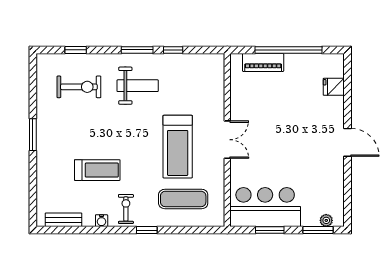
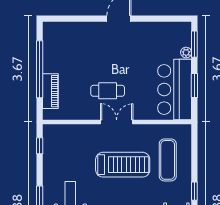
window: (173, 50) -> (40, 146), moved
fridge: (334, 87) -> (71, 30), removed
cafe table: (264, 129) -> (108, 91), added
plant: (326, 220) -> (186, 53), moved

